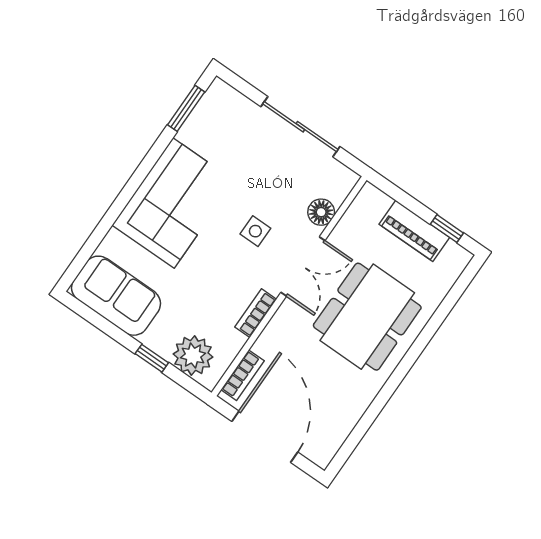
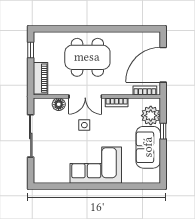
window: (186, 108) -> (55, 186), removed
piano: (414, 231) -> (40, 78), moved
double door: (303, 266) -> (85, 97), swing flipped
sofa: (116, 296) -> (148, 147), moved

